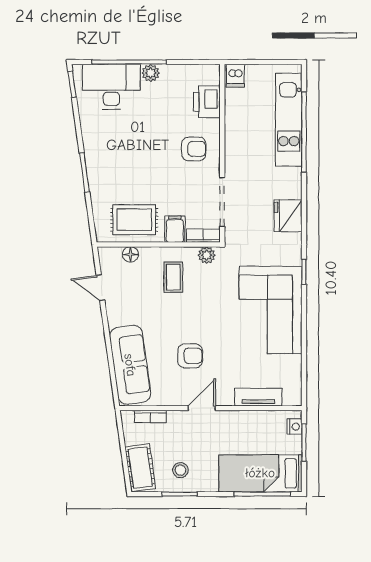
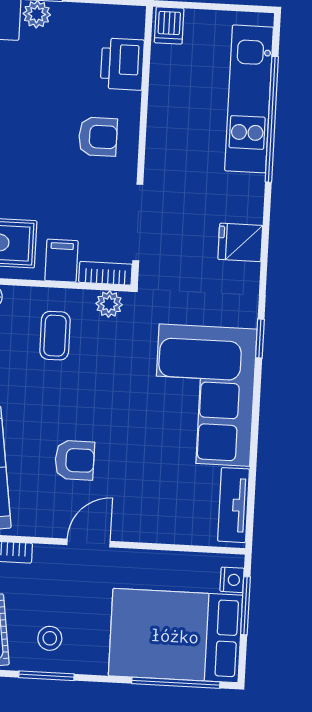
fridge: (288, 216) -> (240, 242), width x0.72
tv unit: (258, 397) -> (234, 505), moved, turned -90
bed: (260, 473) -> (175, 636), width x1.50

